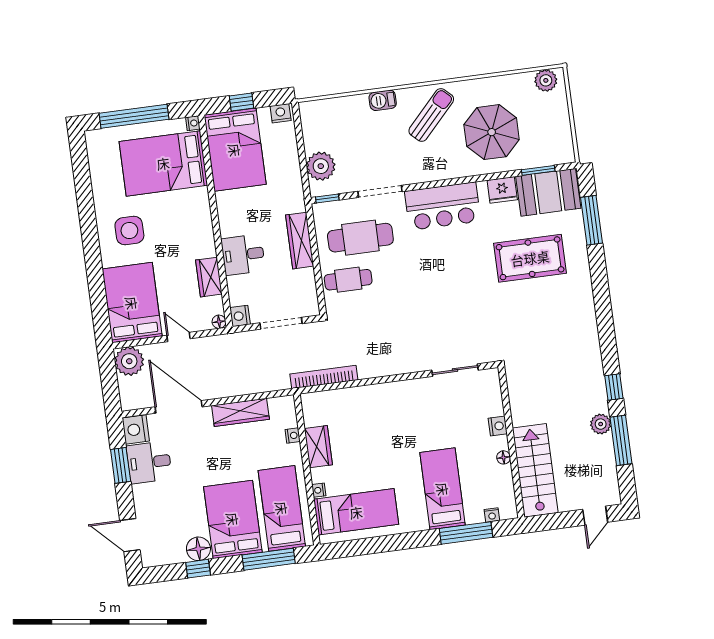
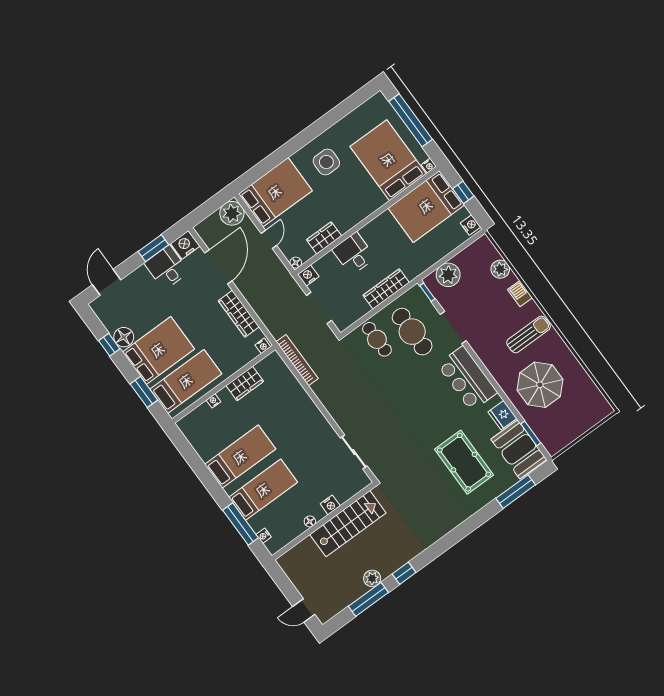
plant: (546, 80) -> (500, 269), moved
sun lounger: (431, 115) -> (529, 334), turned -43
nightstand: (293, 436) -> (263, 346), moved
stairs: (535, 470) -> (348, 524), moved
bed: (356, 512) -> (240, 457), moved, turned -90
window: (269, 559) -> (144, 392), width x0.69

